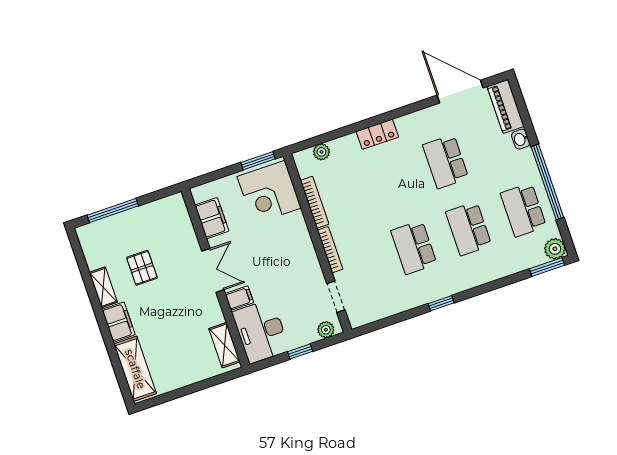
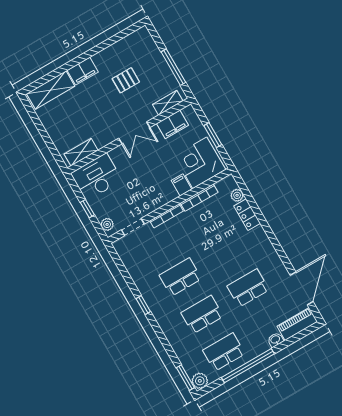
locker: (377, 134) -> (247, 215), moved
window: (258, 161) -> (213, 135), moved
window: (113, 210) -> (173, 67), moved
shelving: (103, 287) -> (168, 103), moved
filing cabinet: (239, 298) -> (181, 185), moved, turned 180

